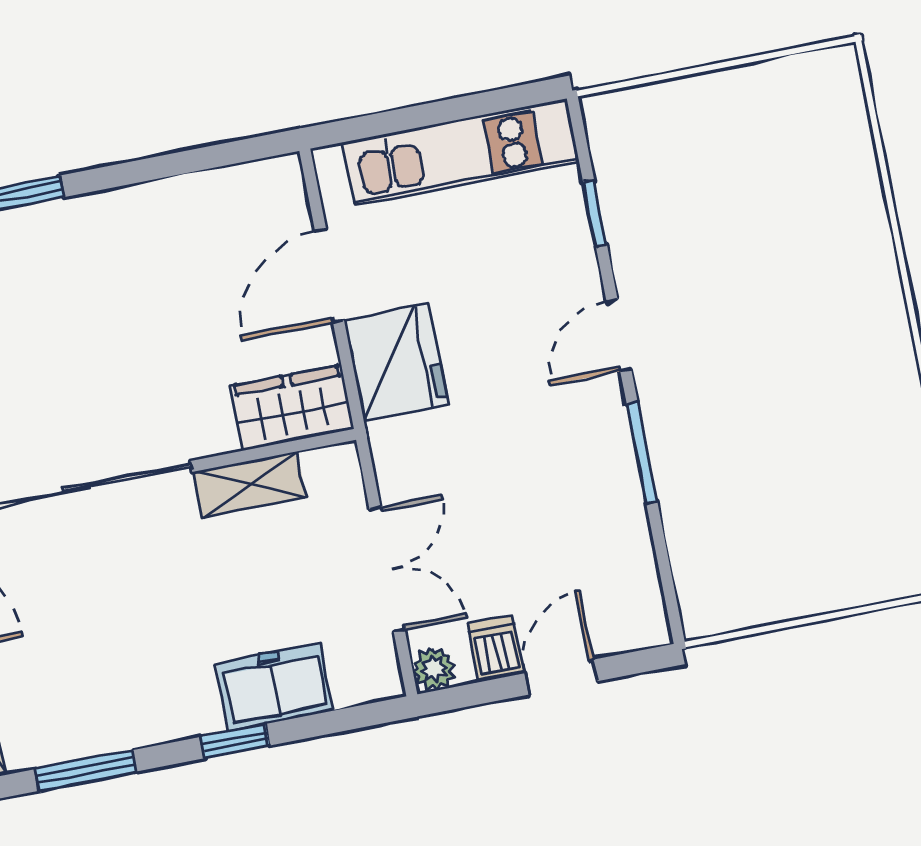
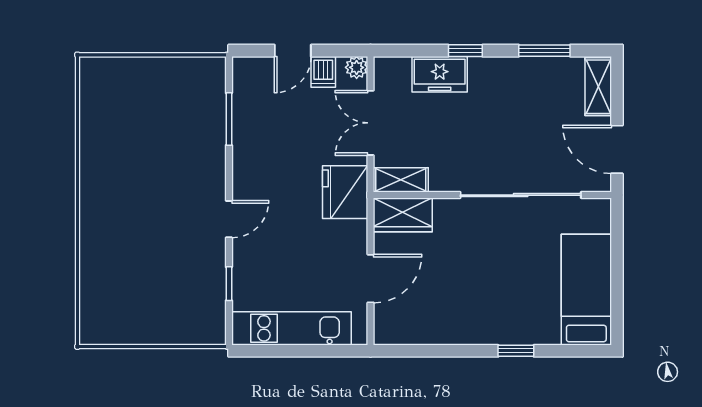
fridge: (396, 362) -> (345, 192), moved
window: (642, 453) -> (229, 119), moved
shelving: (250, 485) -> (401, 180), moved

